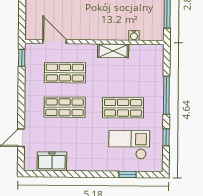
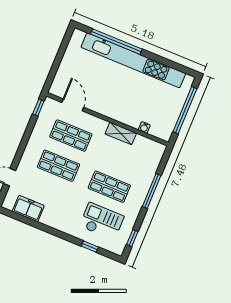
window: (166, 137) -> (132, 238), moved

